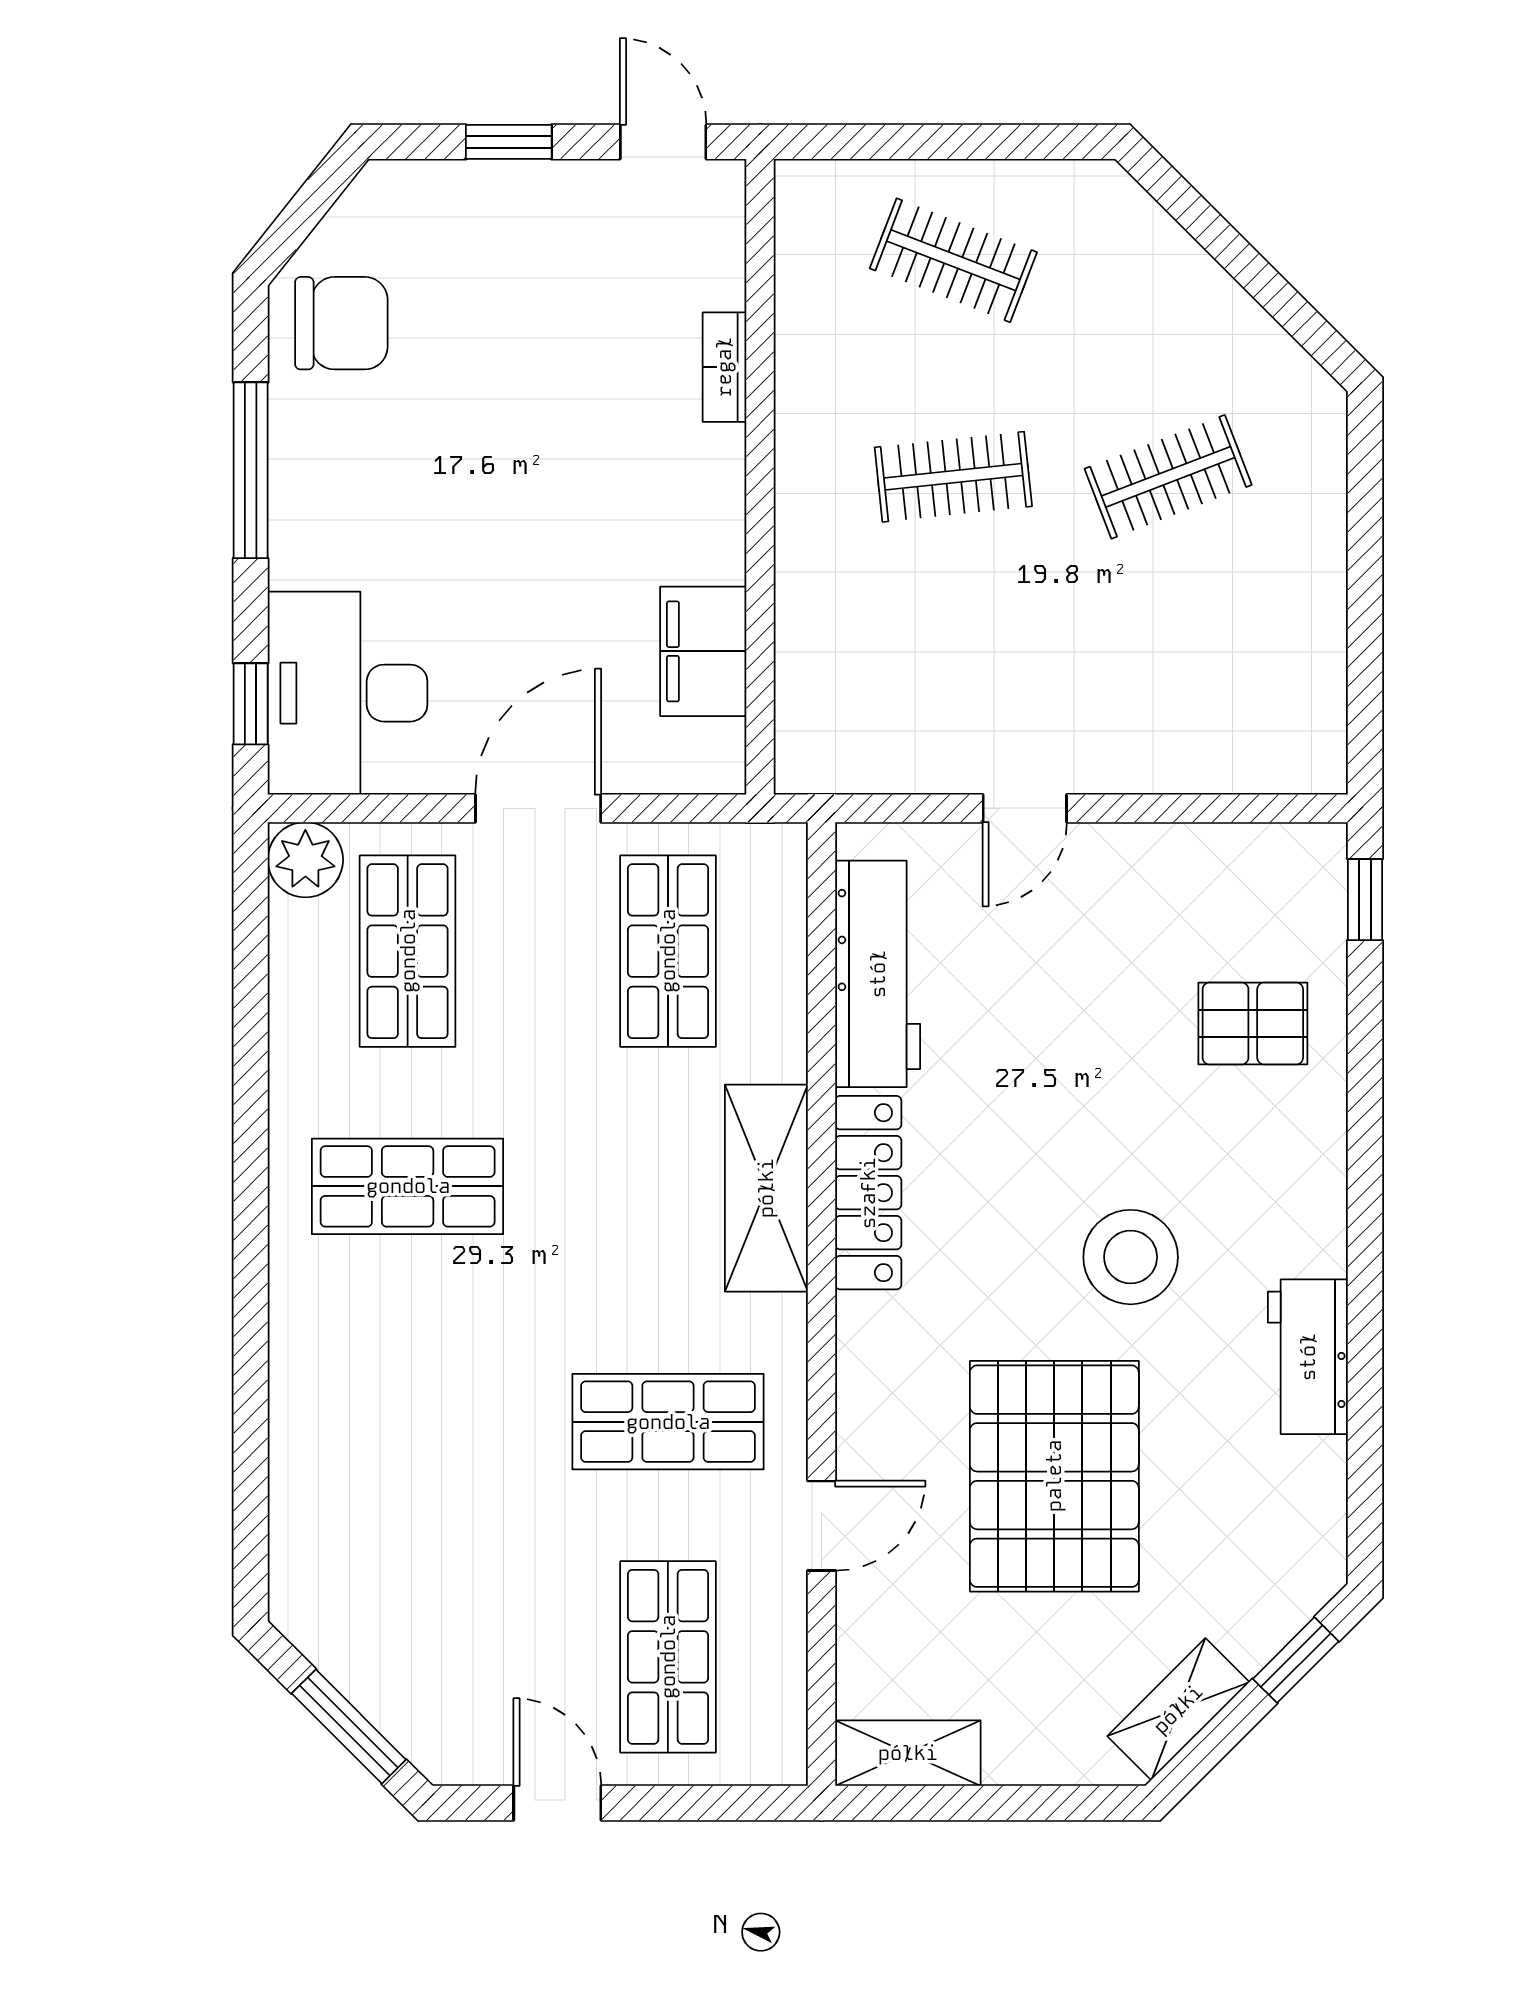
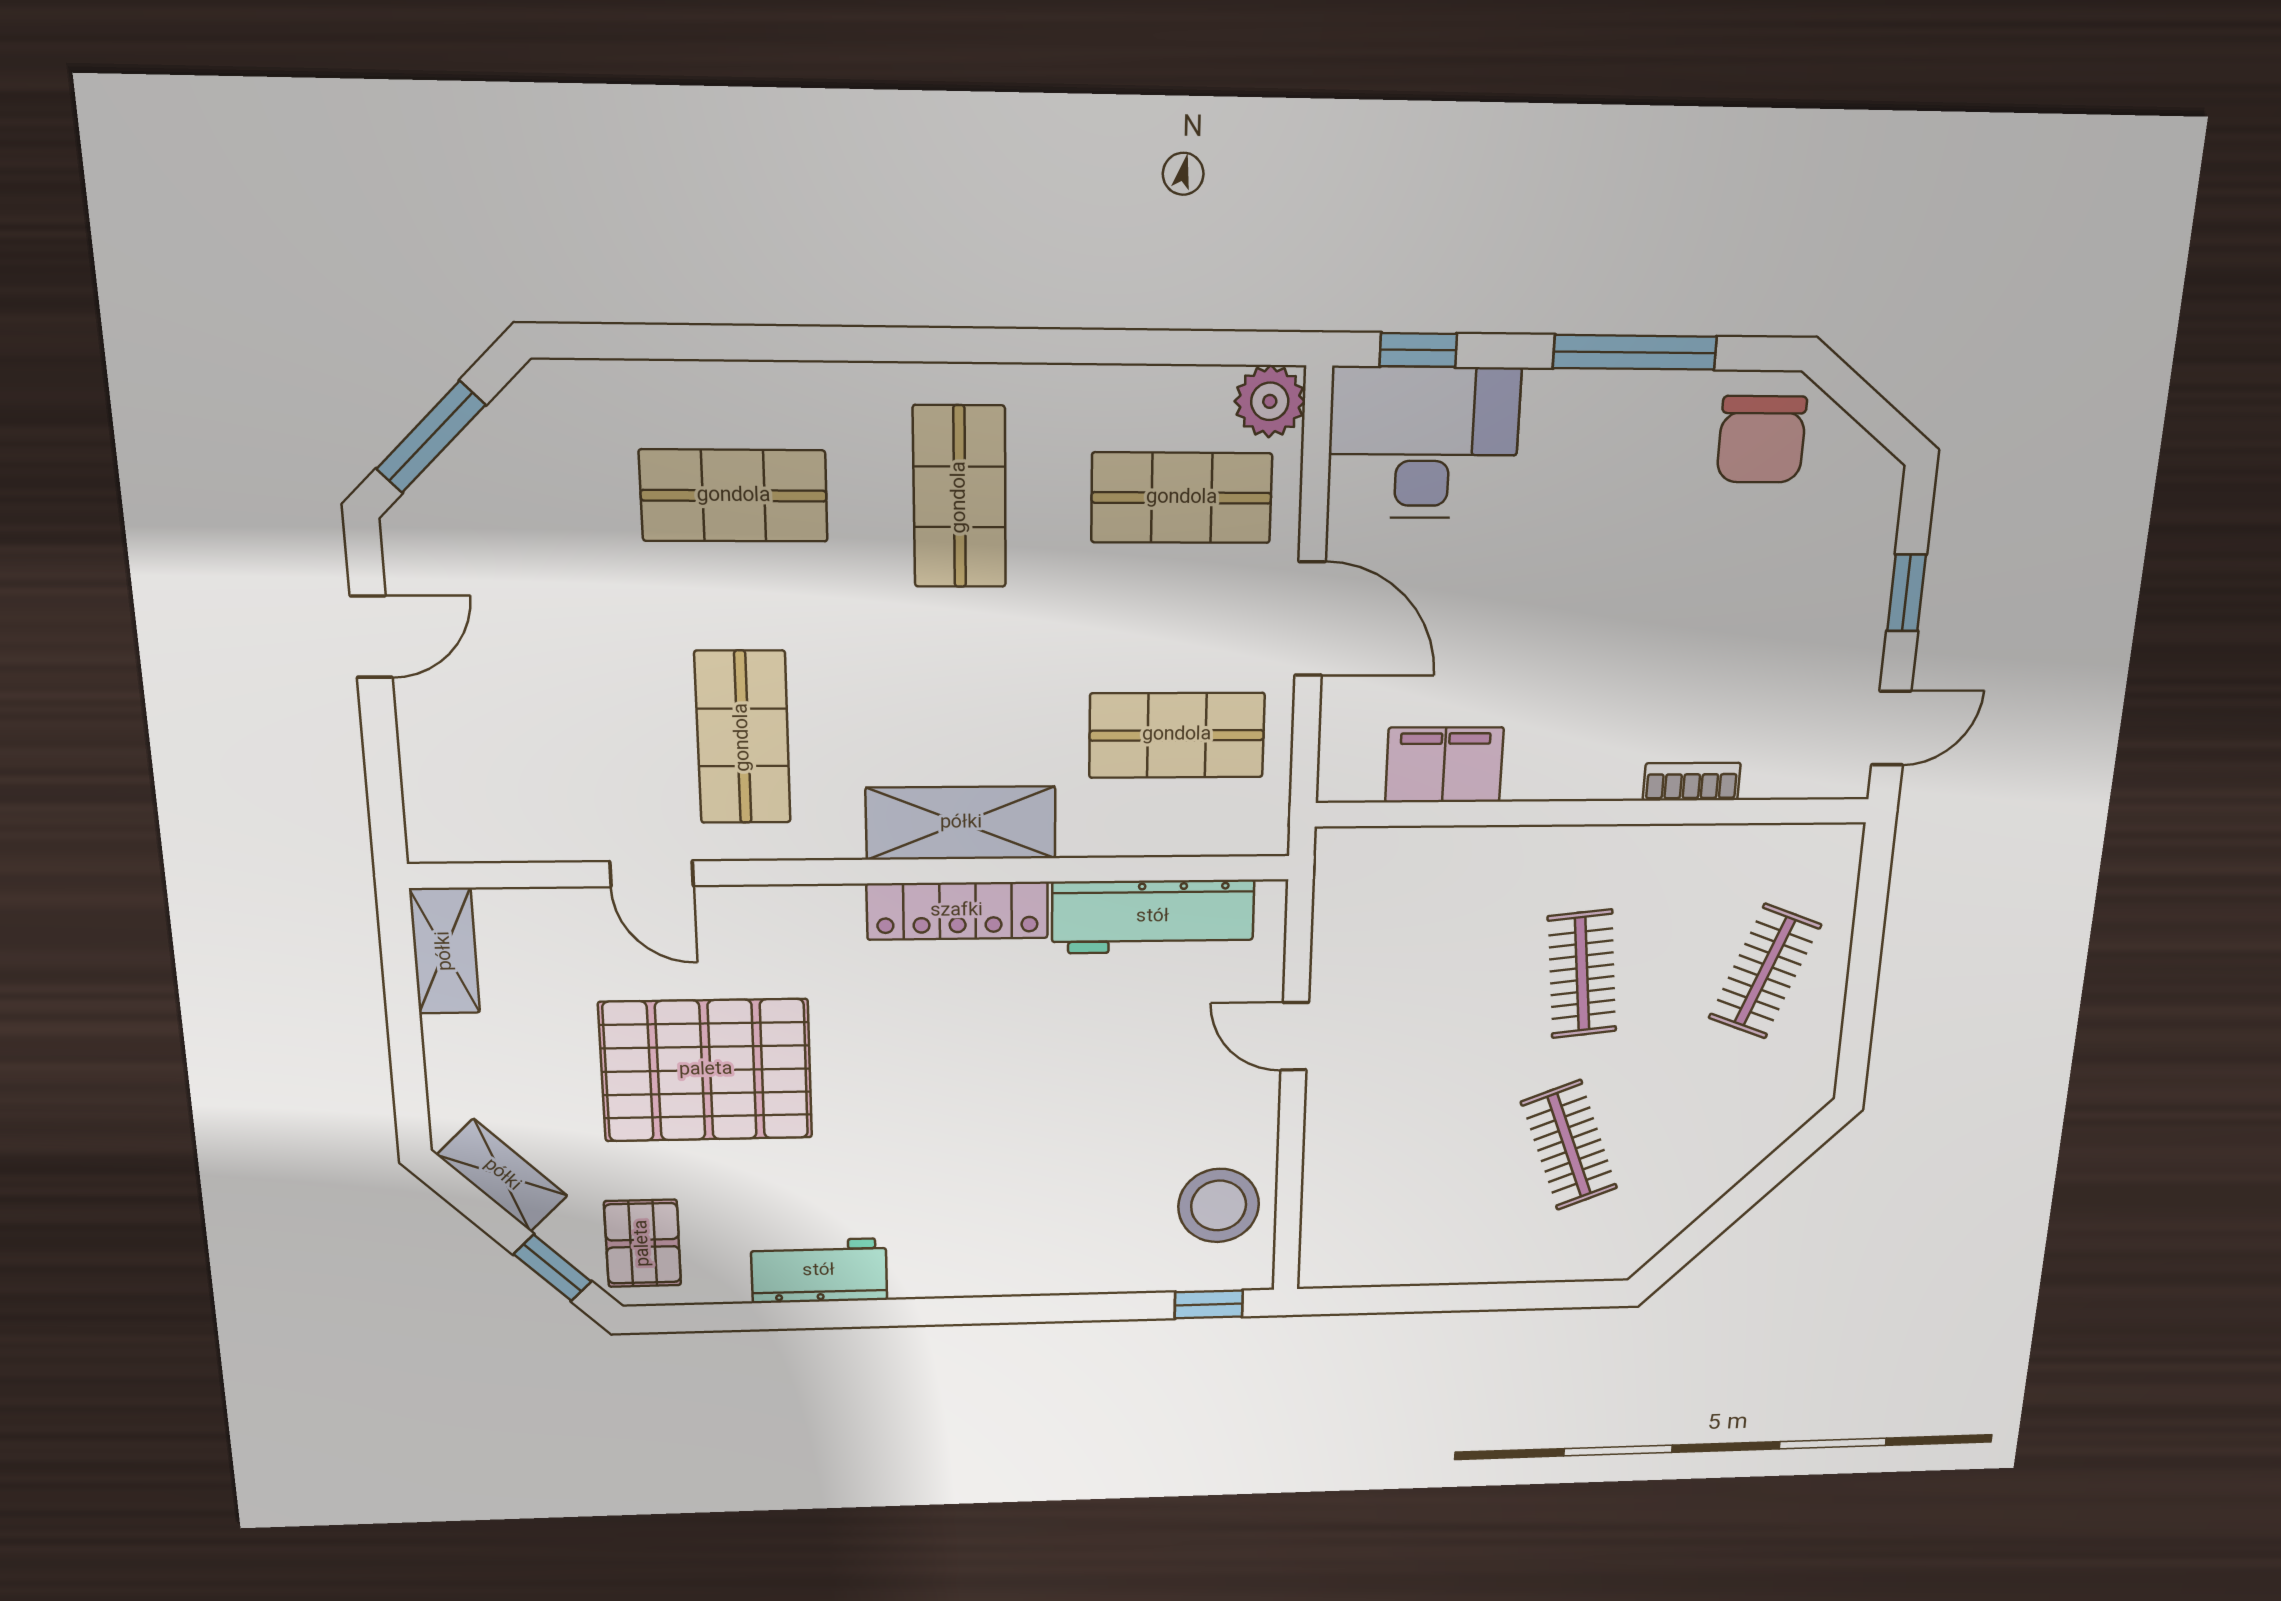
pallet: (1253, 1023) -> (643, 1243), moved
stool: (1131, 1257) -> (1219, 1206), moved
shop shelf: (668, 1657) -> (734, 496), moved

